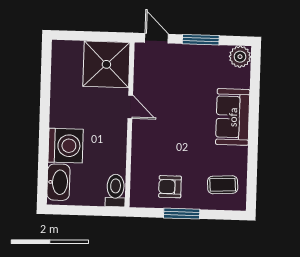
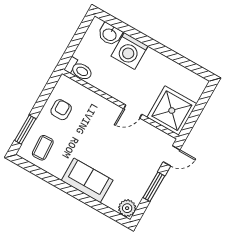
washbasin: (58, 182) -> (110, 34), width x0.72
window: (182, 214) -> (25, 130), moved

